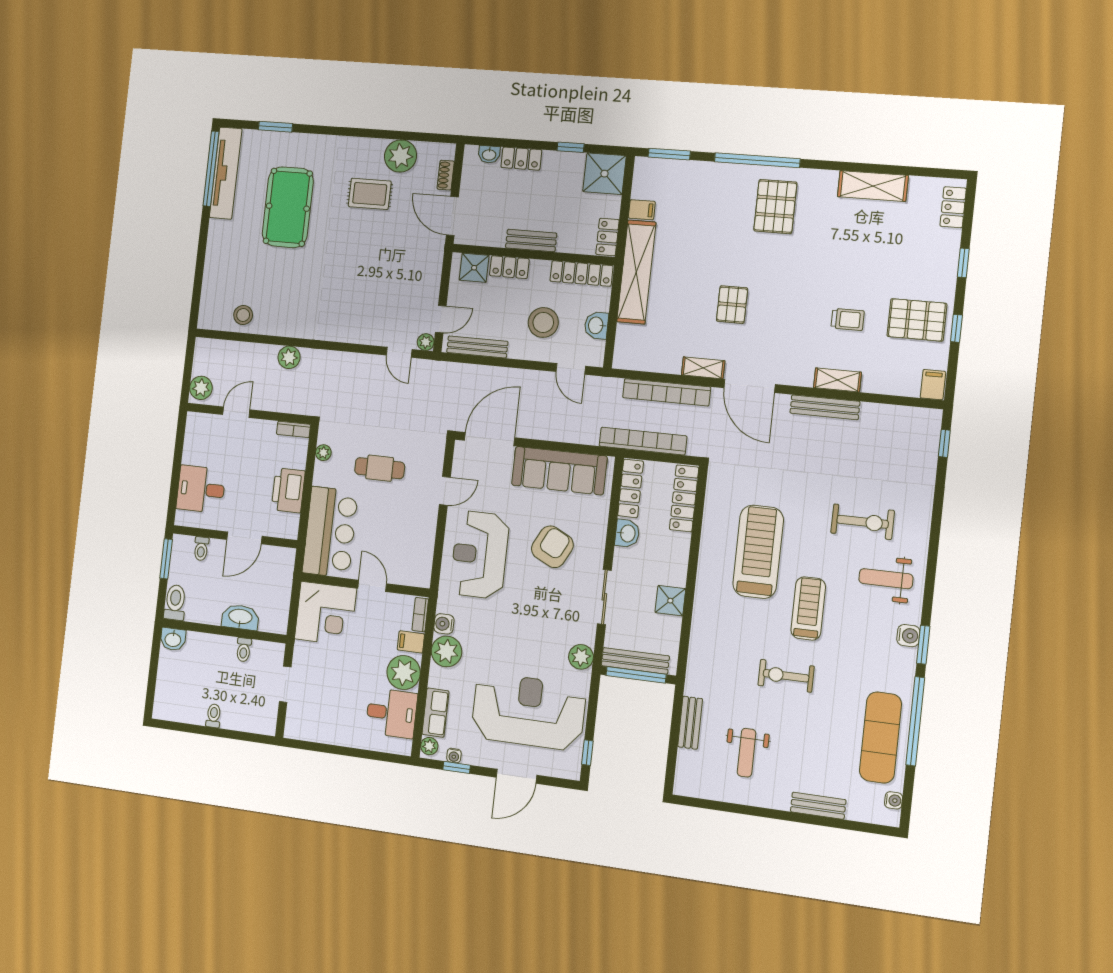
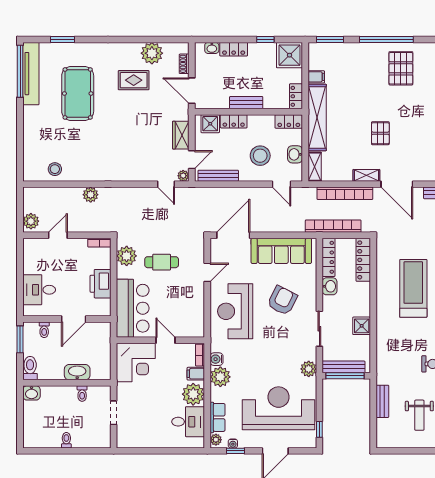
locker: (581, 273) -> (289, 121), width x0.66
wardrobe: (429, 281) -> (181, 135), added
shelving: (624, 347) -> (315, 167), added
plant: (323, 453) -> (127, 256), width x1.88, depth x1.88

